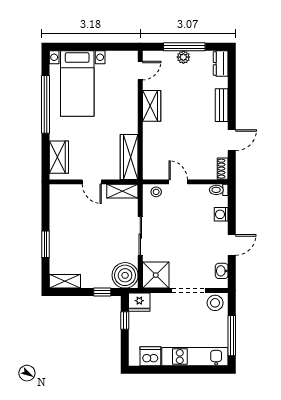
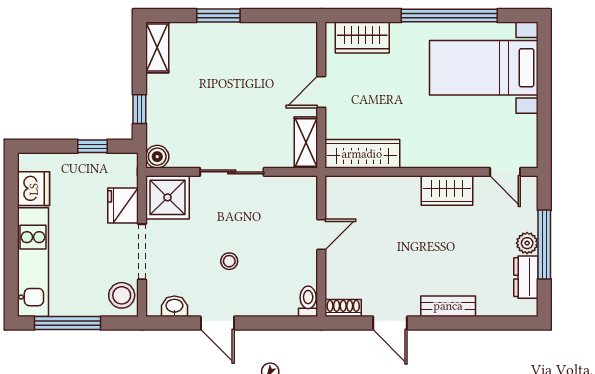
dresser: (221, 64) -> (526, 277), moved, turned -90
stool: (156, 192) -> (229, 261), moved
washing machine: (221, 214) -> (268, 305), removed
boiler: (125, 275) -> (157, 157), width x0.54, depth x0.54
fridge: (139, 302) -> (123, 206), moved

